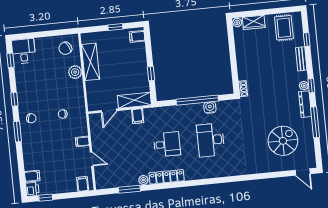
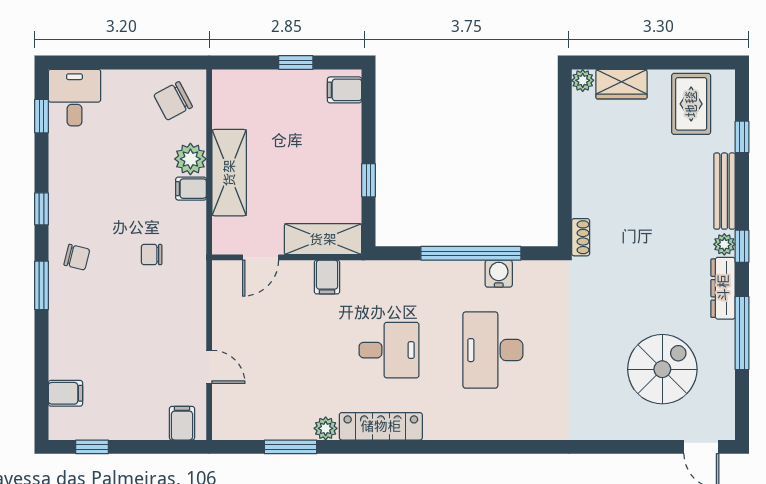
bench: (301, 59) -> (724, 191), width x1.36
shelving: (90, 62) -> (229, 173), moved
filing cabinet: (82, 141) -> (191, 189), moved
printer: (32, 189) -> (63, 424), removed

